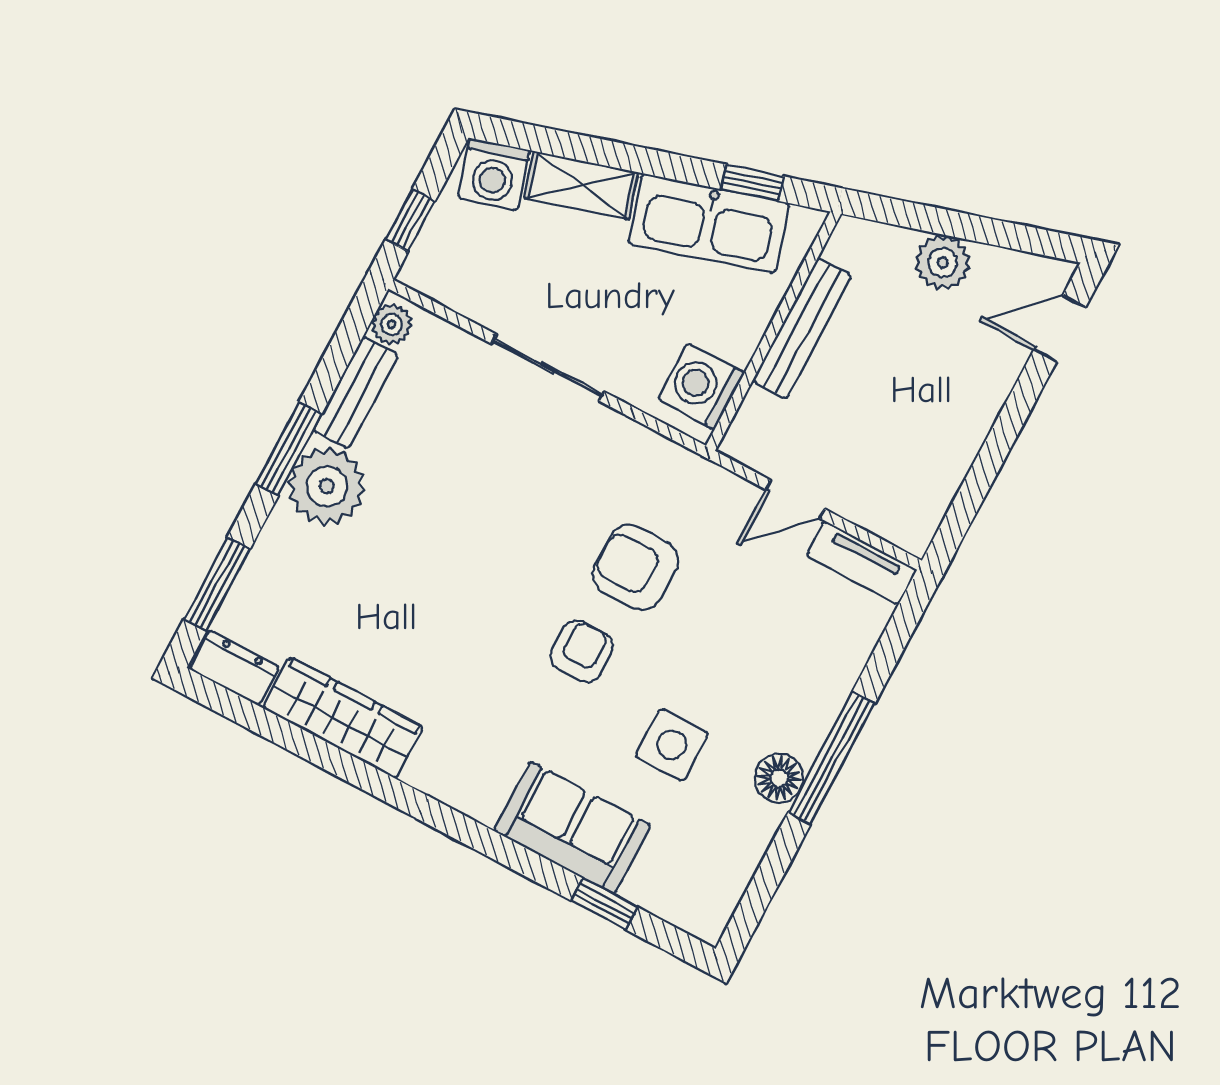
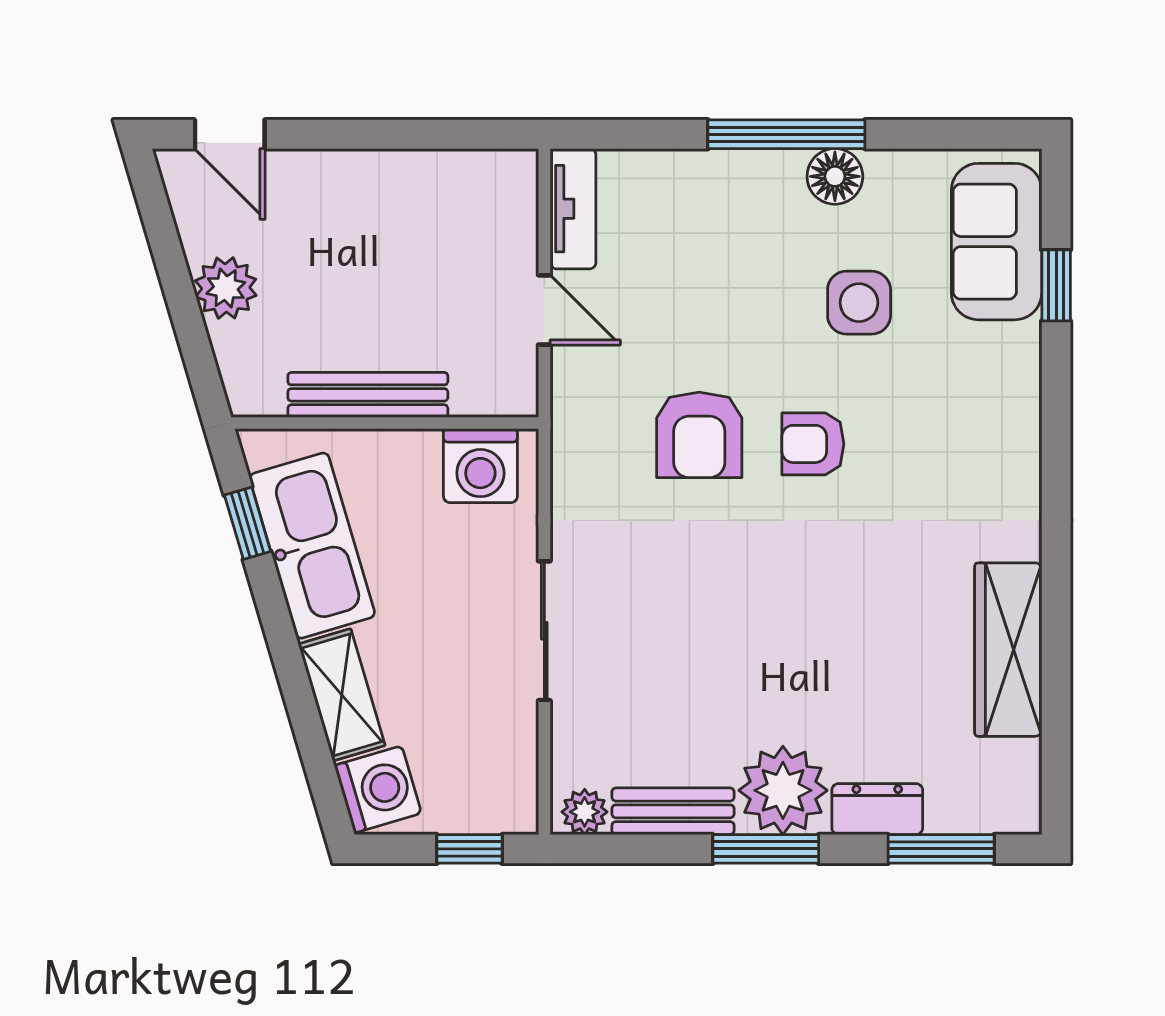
dresser: (234, 668) -> (877, 809), moved, turned 90
sofa: (572, 828) -> (997, 242), moved

